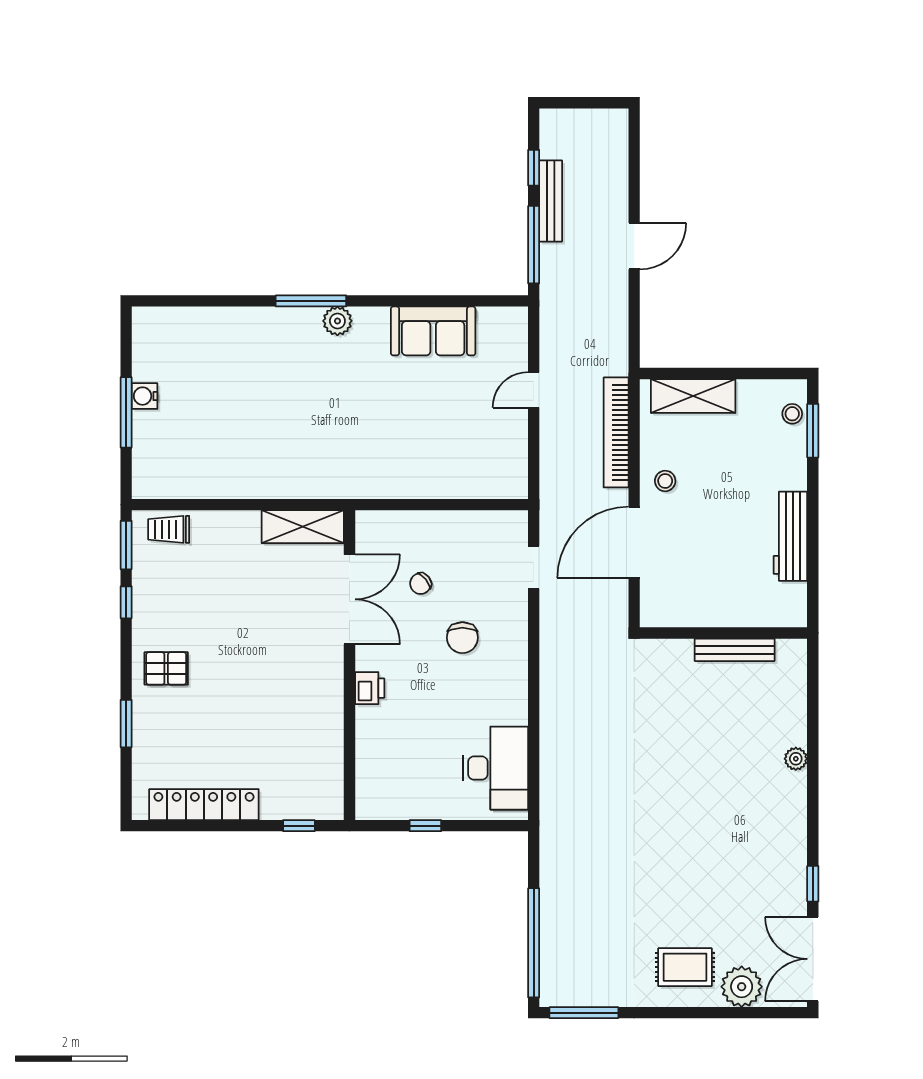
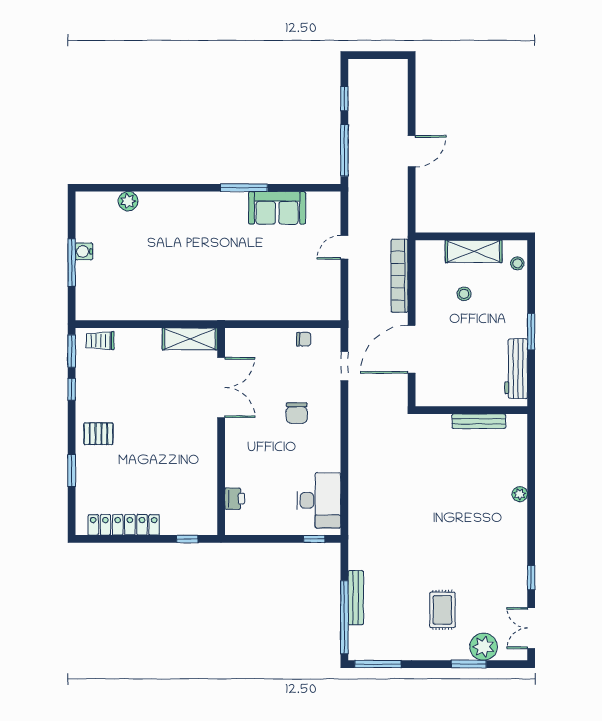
bench: (551, 201) -> (356, 598), moved
window: (311, 301) -> (244, 188), moved
plant: (337, 321) -> (128, 201), moved
shelving: (693, 396) -> (474, 251), moved
window: (813, 431) -> (531, 332), moved
stool: (665, 481) -> (464, 294), moved
workbench: (790, 536) -> (516, 369), moved
chair: (421, 584) -> (304, 339), moved, turned -142
printer: (370, 688) -> (235, 499), moved
window: (425, 826) -> (314, 539), moved
double door: (813, 959) -> (531, 628), width x0.73
rug: (685, 967) -> (442, 610), moved, turned 90
window: (719, 1013) -> (469, 664), added

